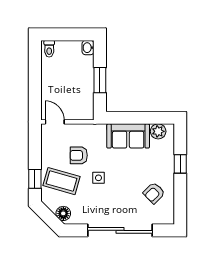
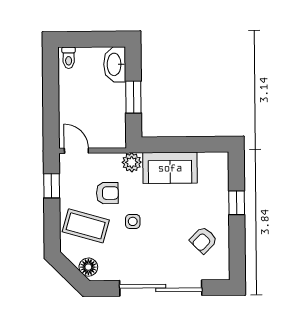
washbasin: (88, 48) -> (115, 64), width x1.91, depth x1.45
plant: (158, 131) -> (132, 162), moved
armchair: (79, 155) -> (107, 193), turned 180
window: (35, 179) -> (52, 186), moved

